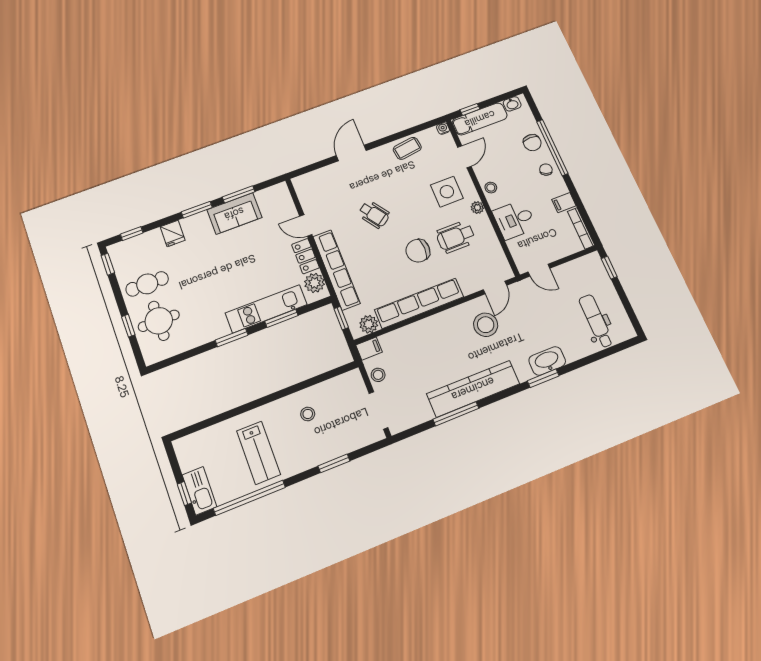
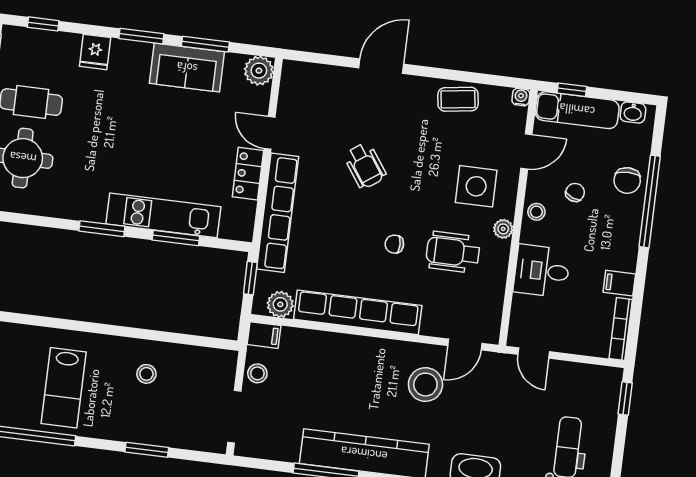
chair: (546, 170) -> (575, 192), moved
chair: (418, 251) -> (394, 244), width x0.54, depth x0.54
plant: (315, 283) -> (259, 71), moved

